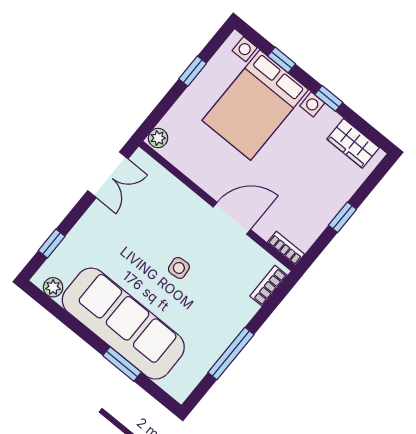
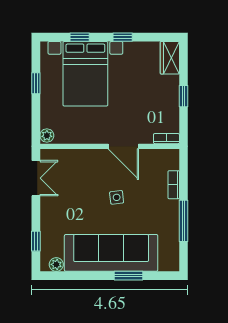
wardrobe: (353, 143) -> (170, 58), moved, turned 90
door: (232, 218) -> (123, 146), swing flipped
bookcase: (269, 286) -> (174, 185), moved

